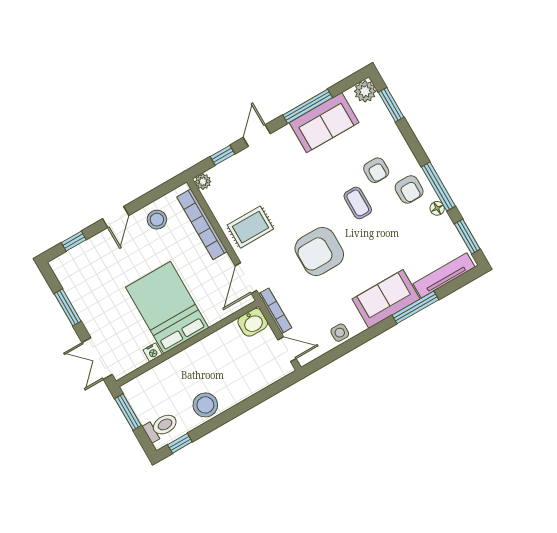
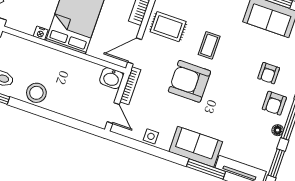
coffee table: (358, 203) -> (209, 45), moved

